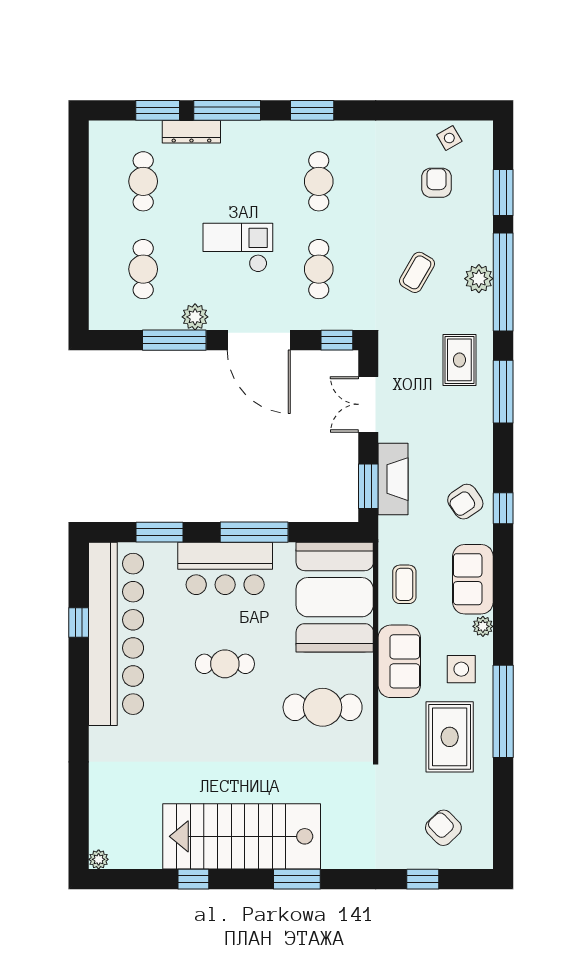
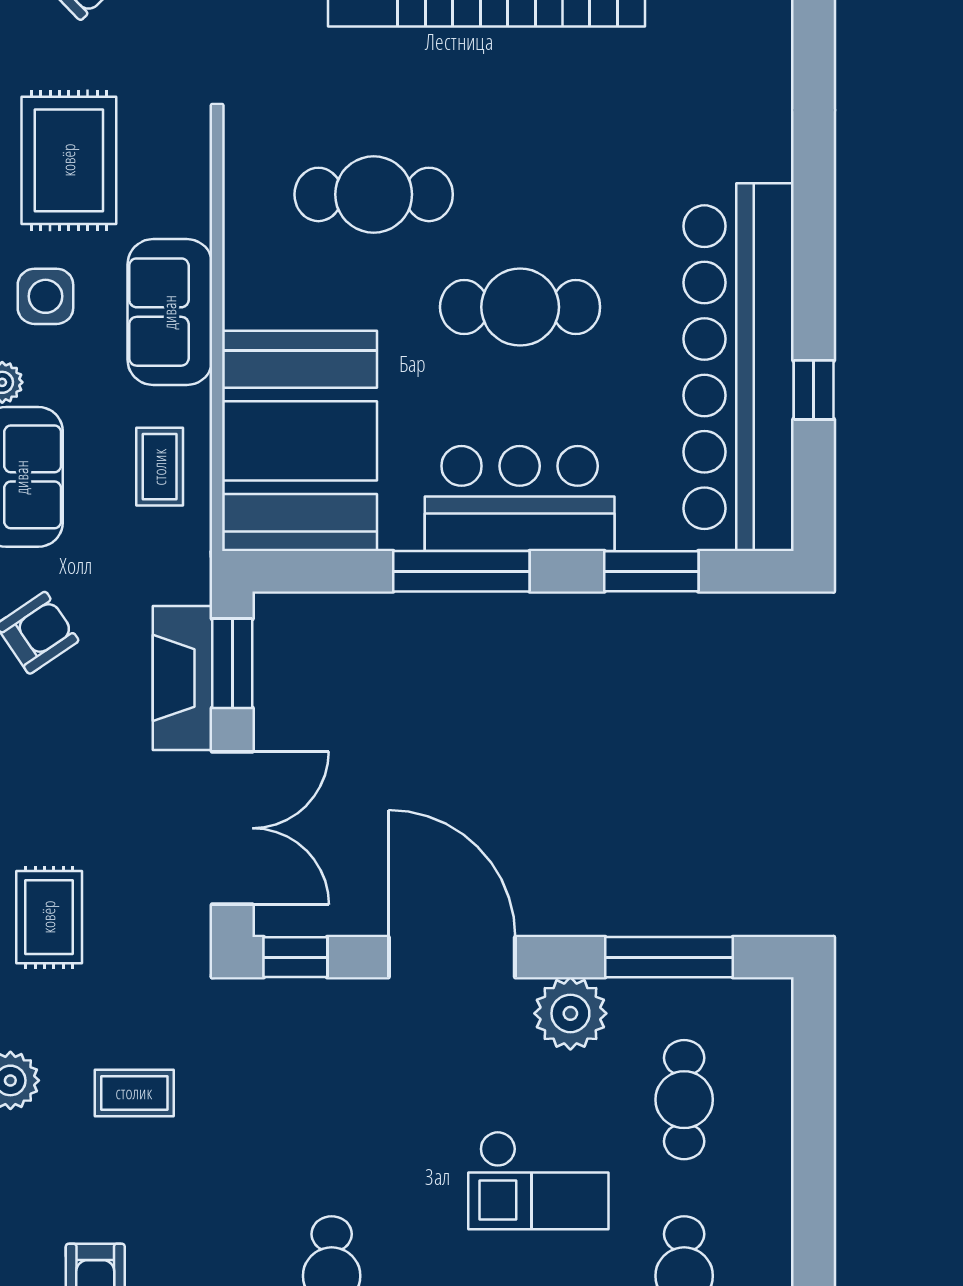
checkout: (238, 248) -> (538, 1180), moved
cafe table: (319, 269) -> (332, 1100), removed
coffee table: (417, 272) -> (134, 1093), turned 60
plant: (195, 317) -> (570, 1013), width x1.36, depth x1.36
window: (174, 340) -> (669, 957), moved
double door: (368, 404) -> (232, 828), width x1.37
cafe table: (225, 664) -> (520, 307), width x1.37, depth x1.35
cafe table: (323, 707) -> (374, 194), moved

